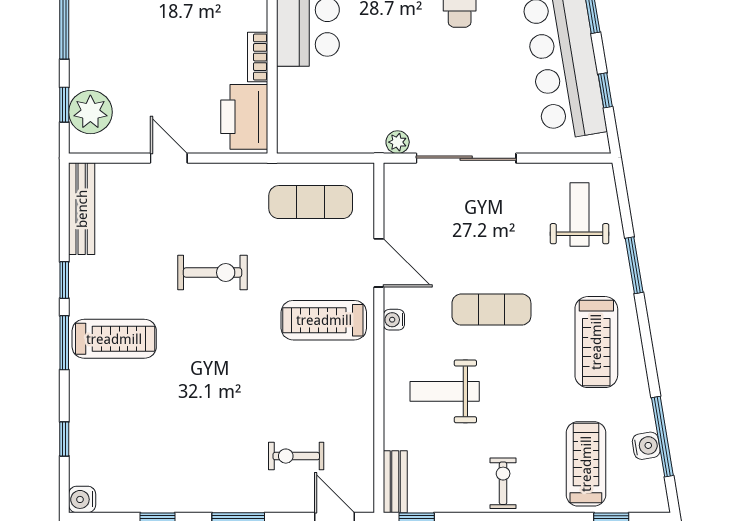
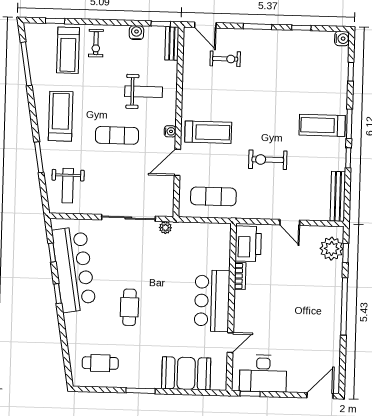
door: (379, 263) -> (177, 162), hinge flipped
water cooler: (646, 446) -> (136, 33), moved, turned 99
exercise bike: (503, 483) -> (96, 43), moved

